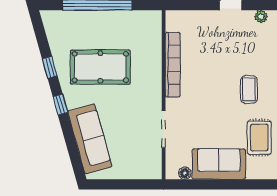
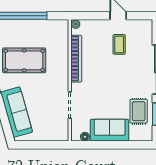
plant: (261, 17) -> (76, 24), moved
coffee table: (249, 90) -> (119, 44), moved

